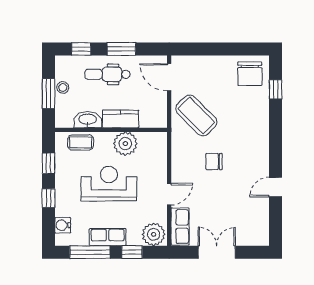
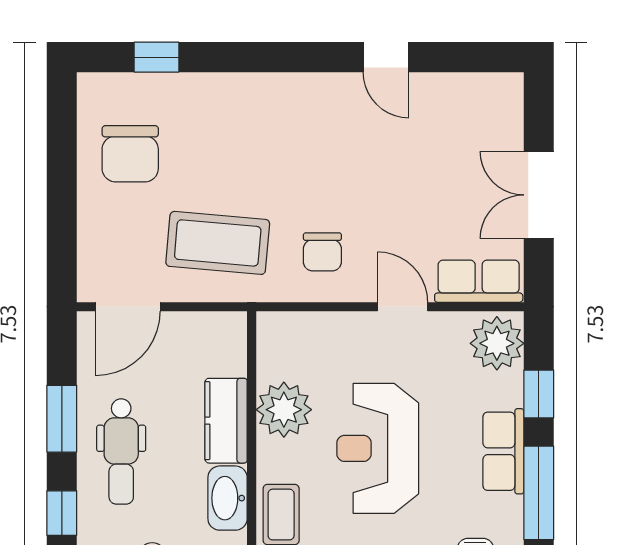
chair: (250, 74) -> (130, 154), moved, turned 90
coffee table: (196, 115) -> (218, 243), turned 50
chair: (214, 161) -> (322, 252), moved

